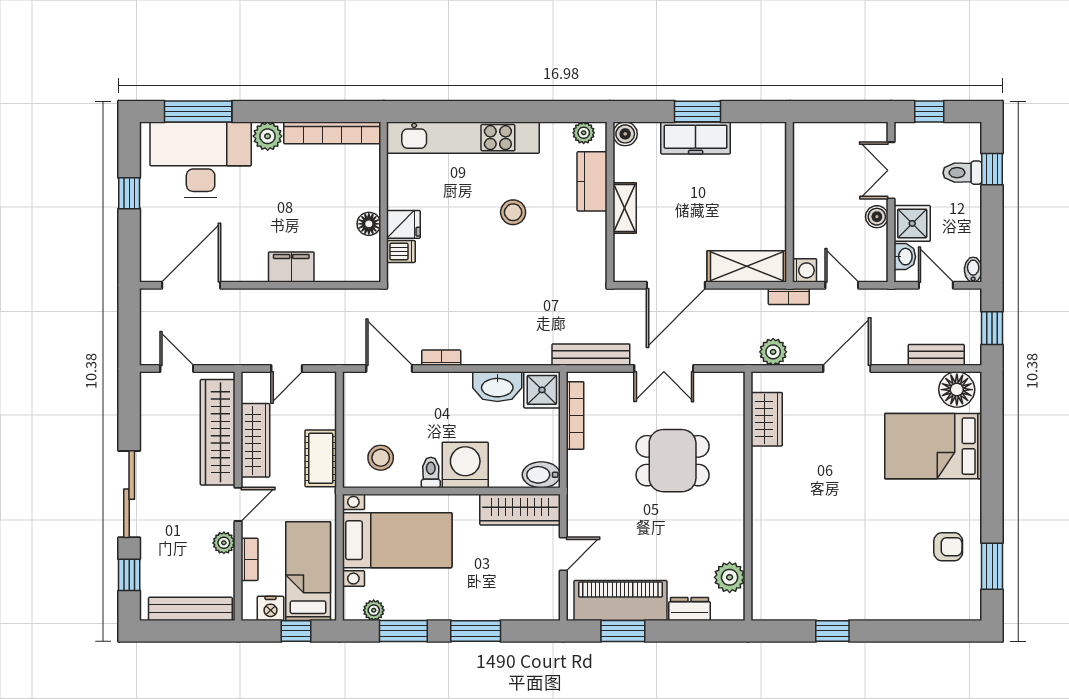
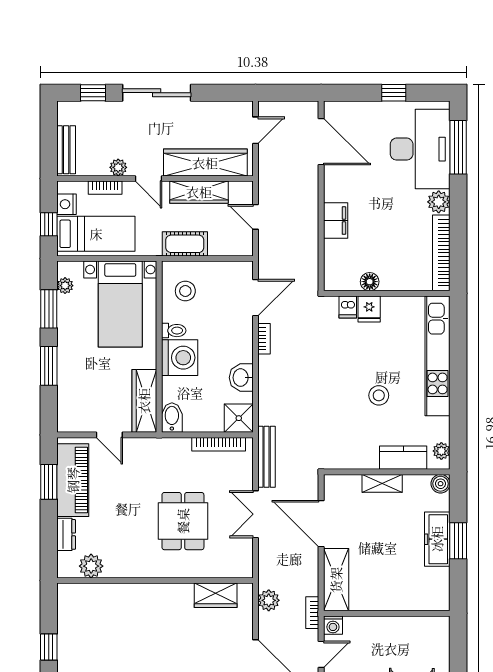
washbasin: (497, 387) -> (241, 378), width x0.72
bench: (190, 609) -> (66, 150), width x0.73

